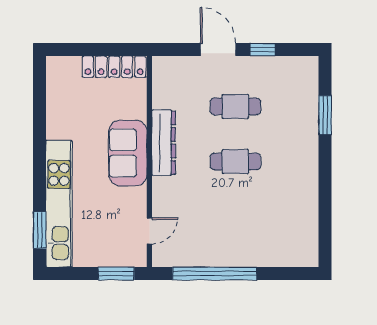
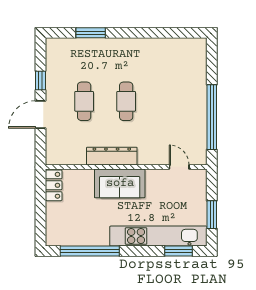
locker: (114, 67) -> (54, 185), width x0.66
window: (39, 114) -> (90, 251), added
window: (116, 274) -> (212, 215), moved

